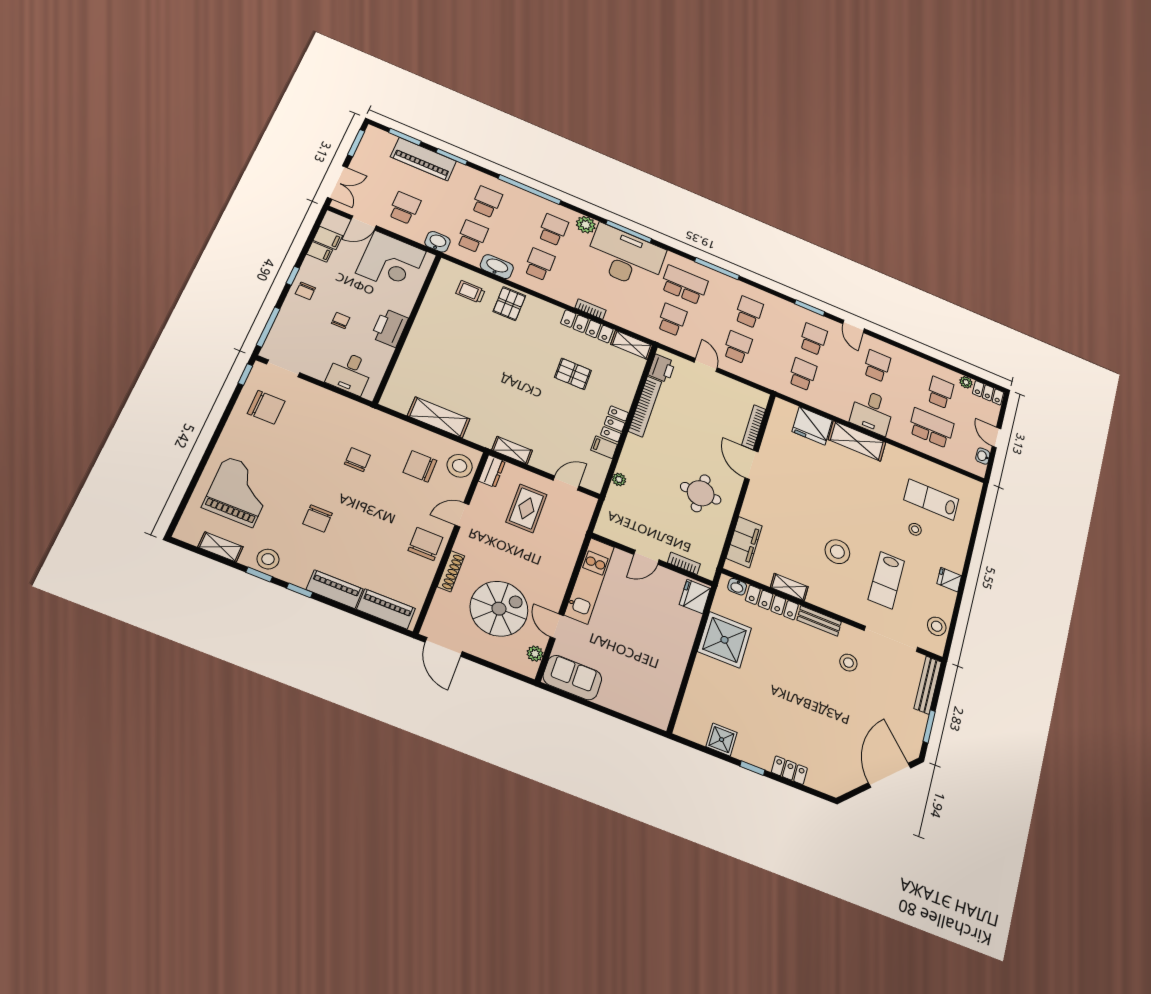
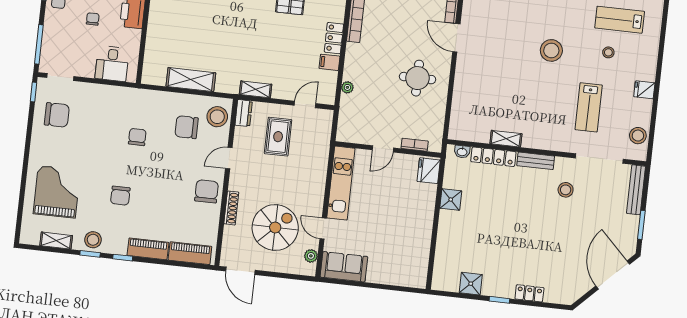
filing cabinet: (744, 542) -> (461, 111), removed
stool: (837, 552) -> (551, 50), moved
shower: (724, 640) -> (451, 200), width x0.54, depth x0.54

